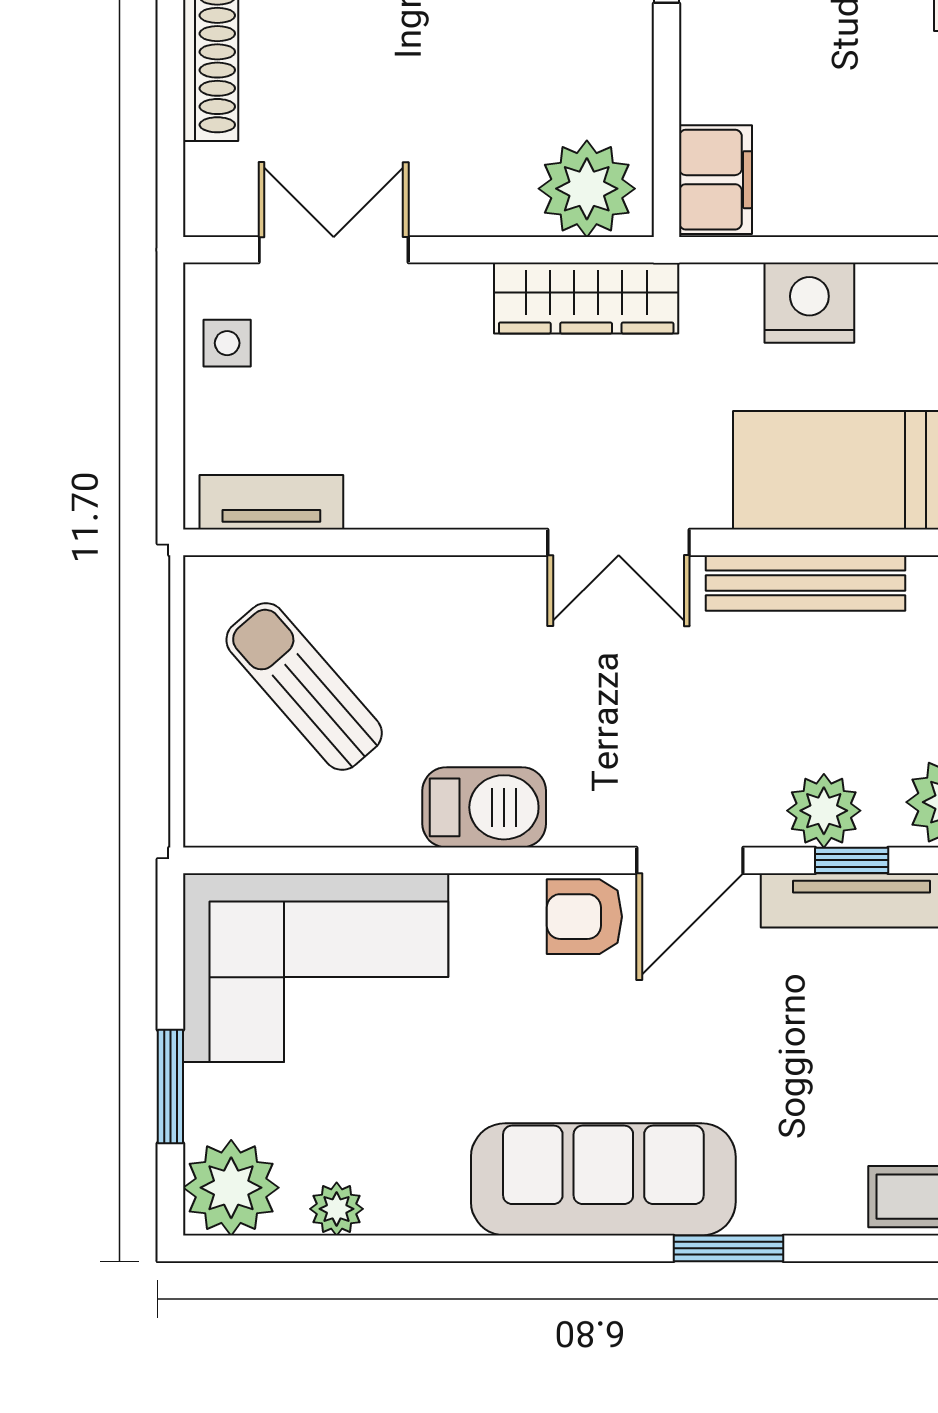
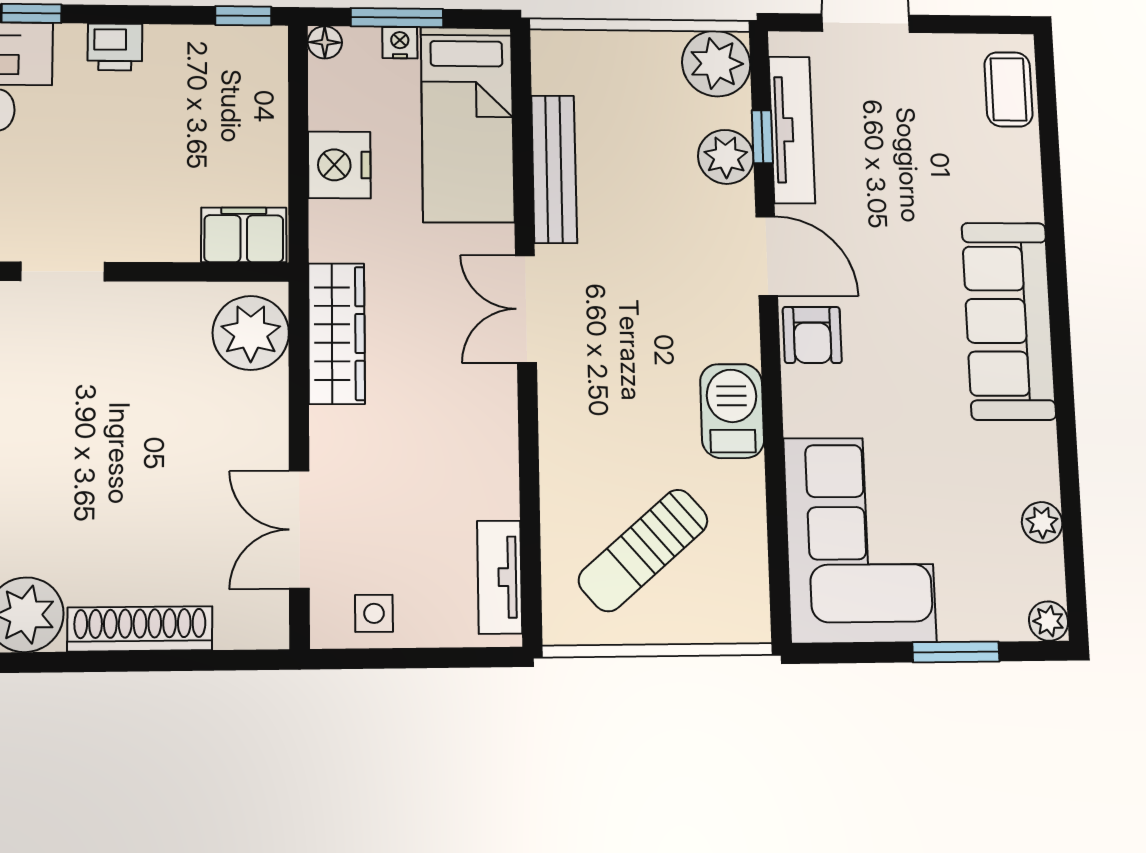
double door: (619, 542) -> (526, 309), swing flipped
plant: (231, 1188) -> (1049, 621), width x0.53, depth x0.53
window: (729, 1248) -> (1054, 229), removed

